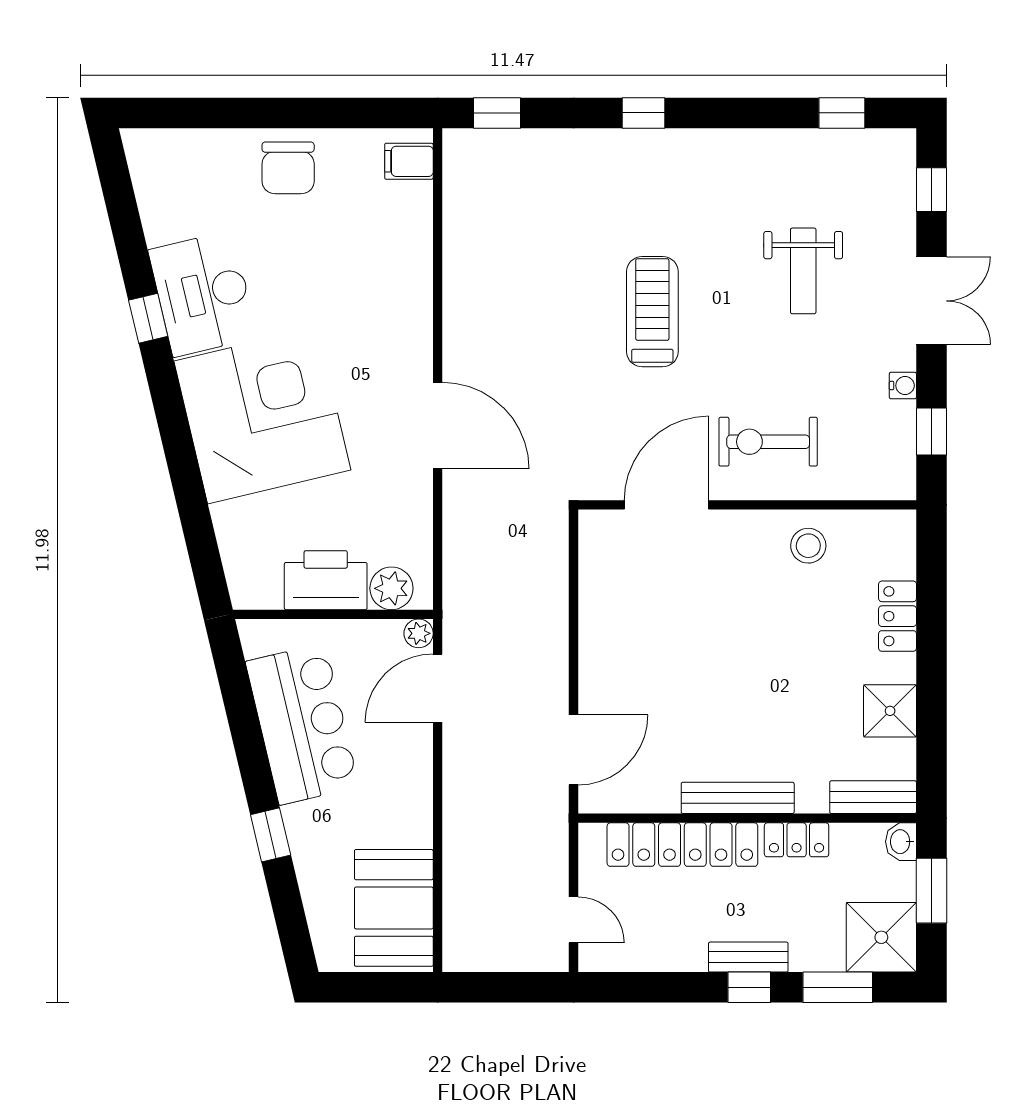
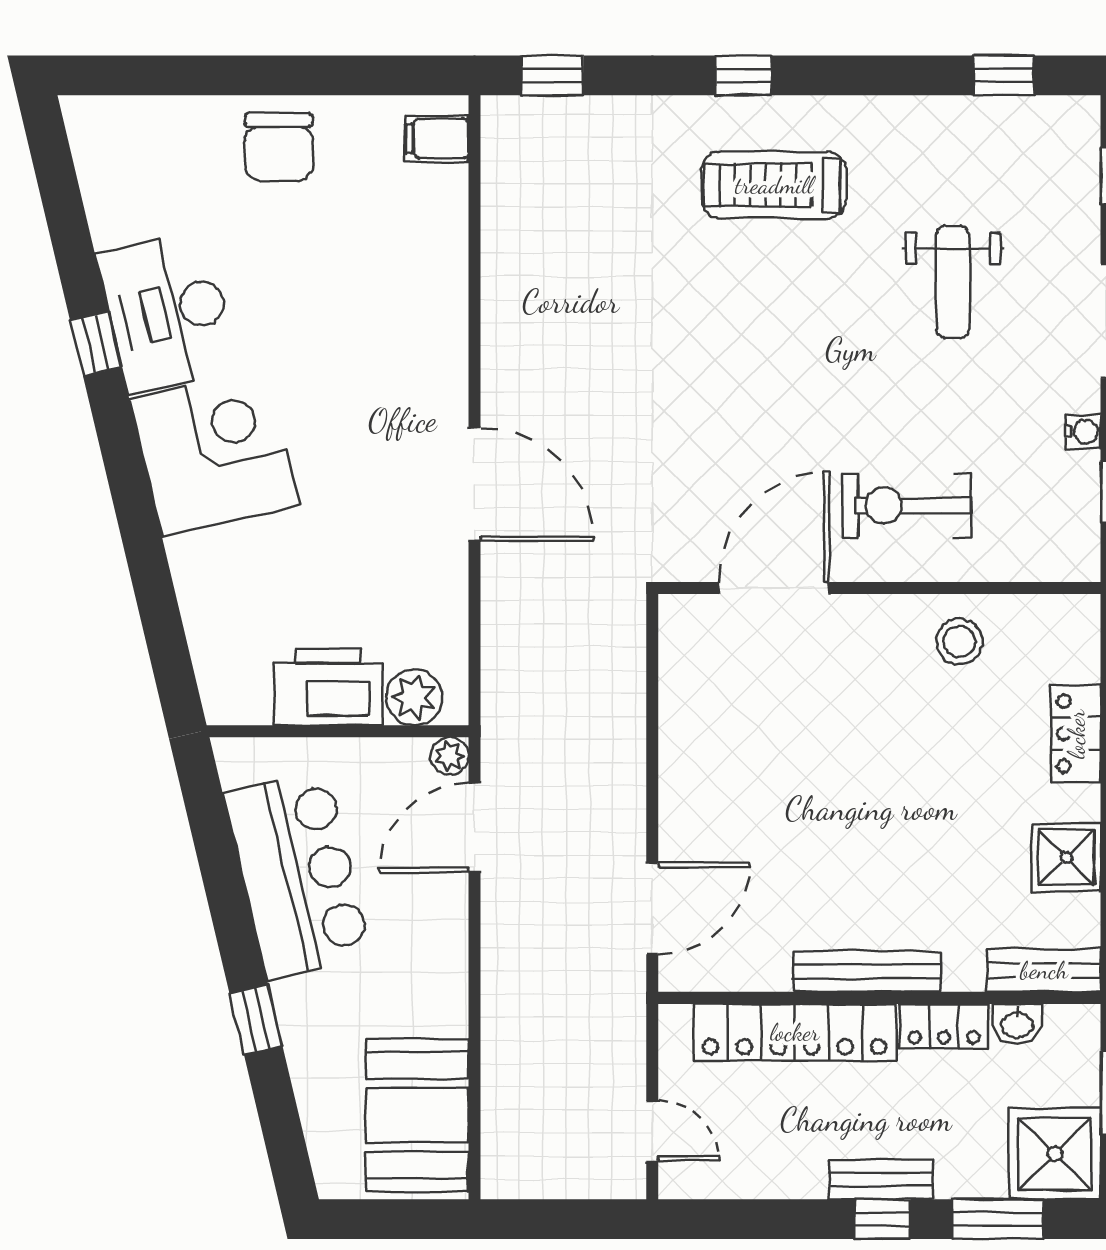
treadmill: (652, 312) -> (774, 185), moved, turned -90
corner desk: (262, 415) -> (215, 452), width x0.74, depth x0.74
washbasin: (901, 842) -> (1017, 1024), moved, turned -90

